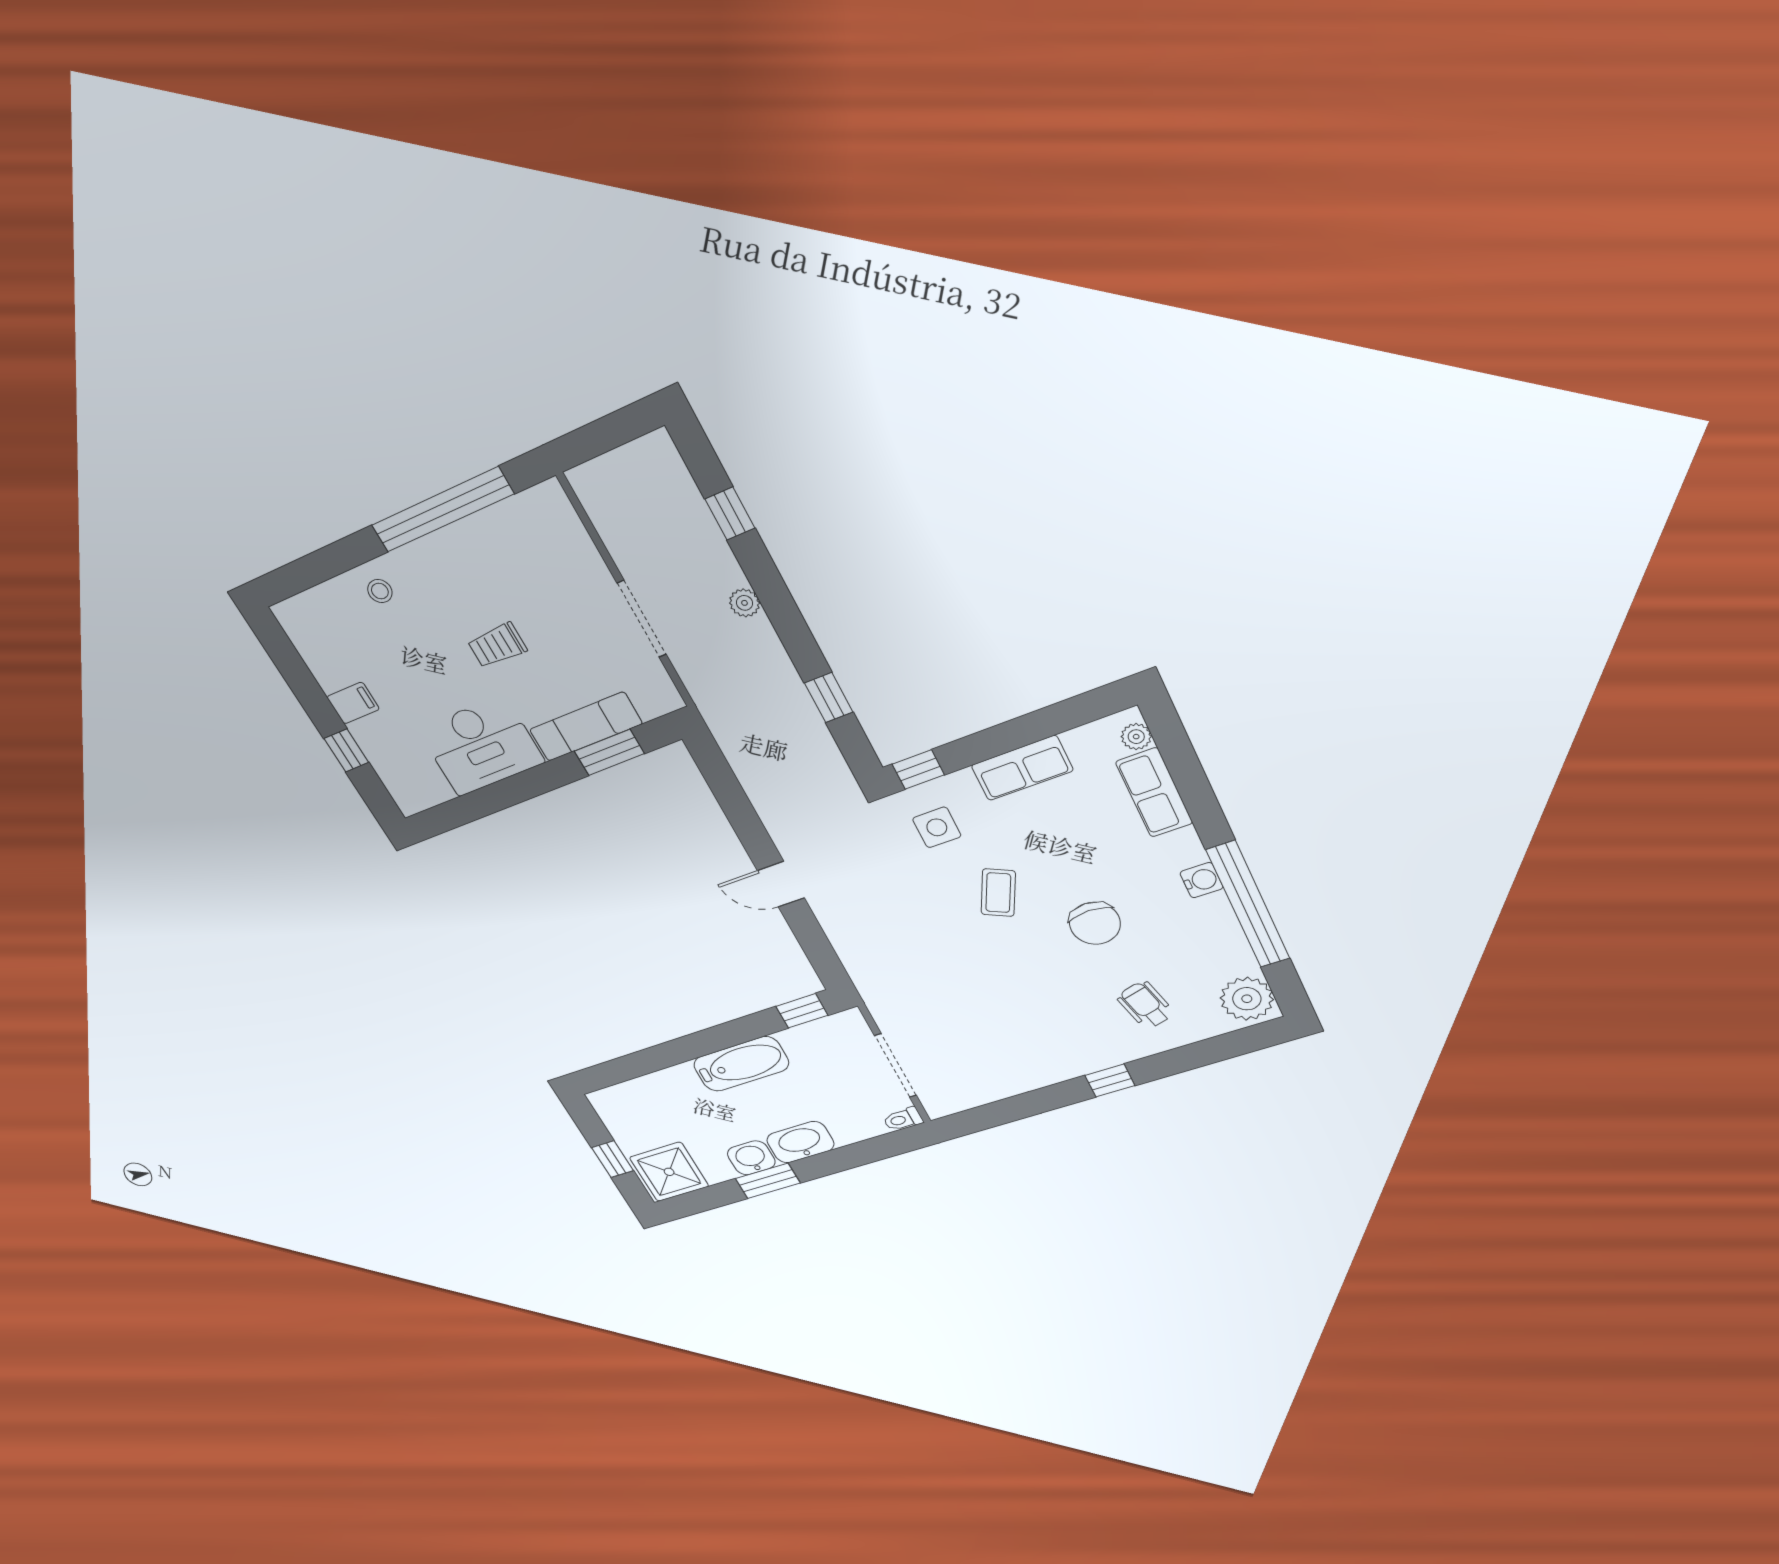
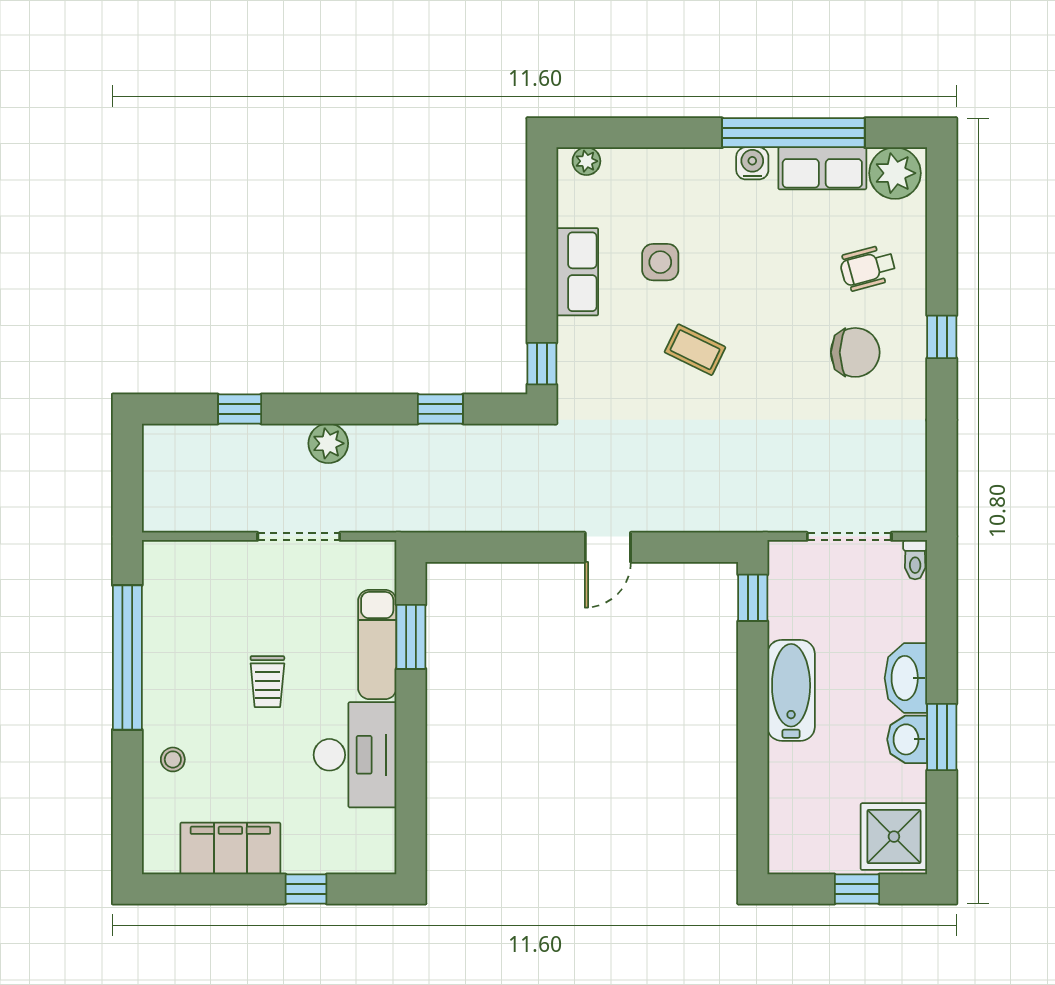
plant: (745, 603) -> (328, 443), width x1.38, depth x1.38
filing cabinet: (353, 703) -> (230, 849), width x3.00, depth x1.17
row of seats: (1154, 793) -> (822, 168), moved
side table: (937, 827) -> (660, 262), moved
chair: (1095, 923) -> (855, 352), moved

